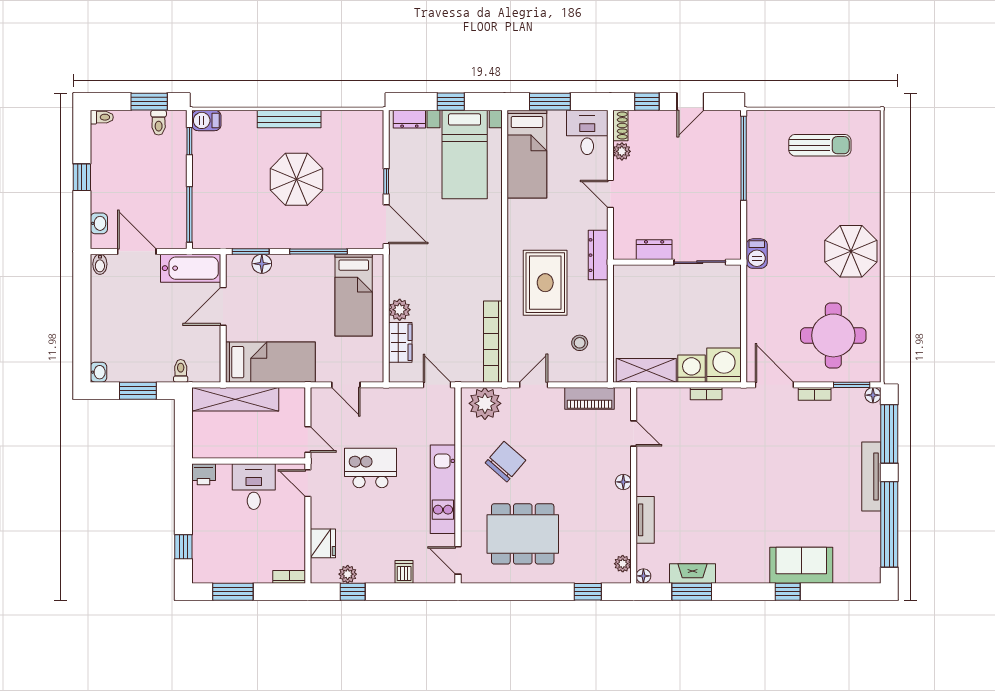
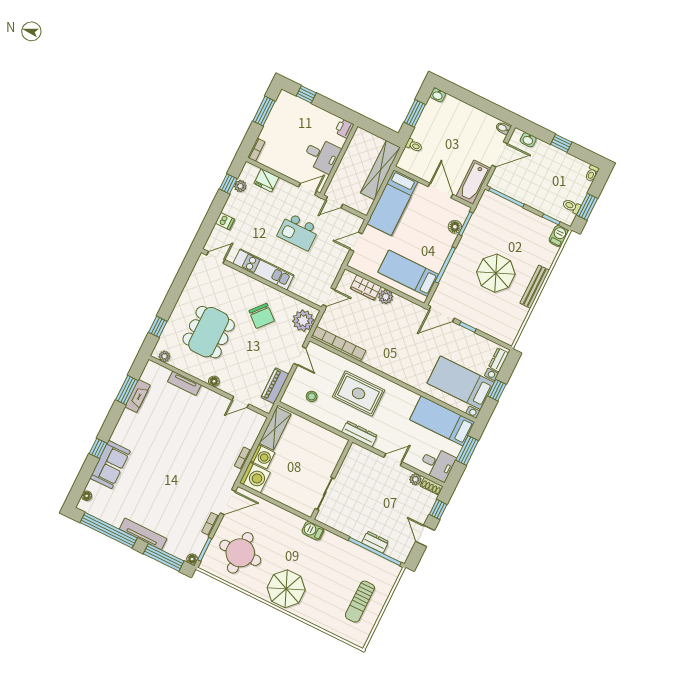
dresser: (654, 250) -> (375, 542), moved, turned -90
kitchen island: (370, 468) -> (298, 232), turned 90
dining table: (523, 534) -> (209, 332), moved
floor lamp: (643, 576) -> (87, 496), moved

